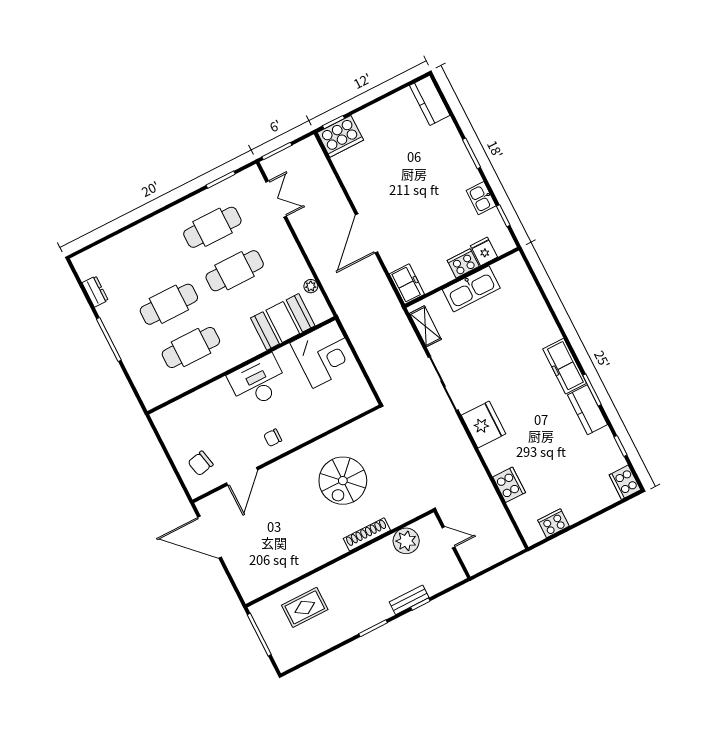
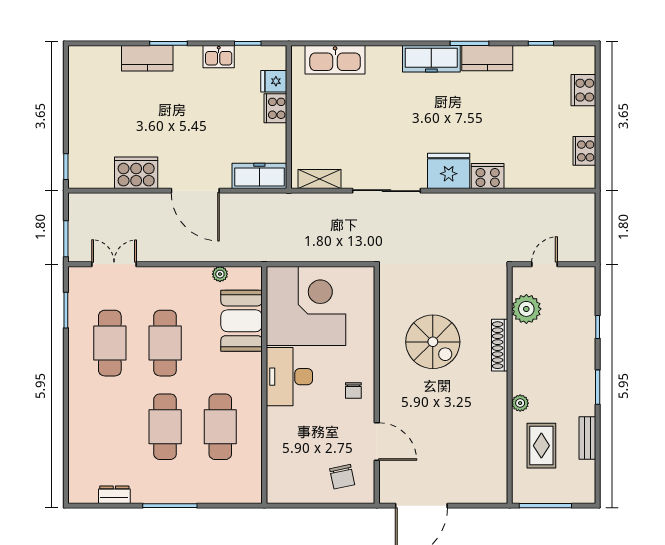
kitchen counter: (430, 100) -> (147, 58), moved
cooker: (340, 136) -> (136, 173), moved, turned -90
freezer: (407, 284) -> (259, 176), width x1.40
kitchen sink: (471, 289) -> (335, 60), moved, turned 90
corner desk: (324, 354) -> (306, 306), width x1.36, depth x1.36
cooker: (625, 482) -> (583, 90), moved, turned 90
cooker: (509, 485) -> (488, 176), moved
plant: (330, 574) -> (520, 403), added
bench: (409, 600) -> (587, 438), moved

